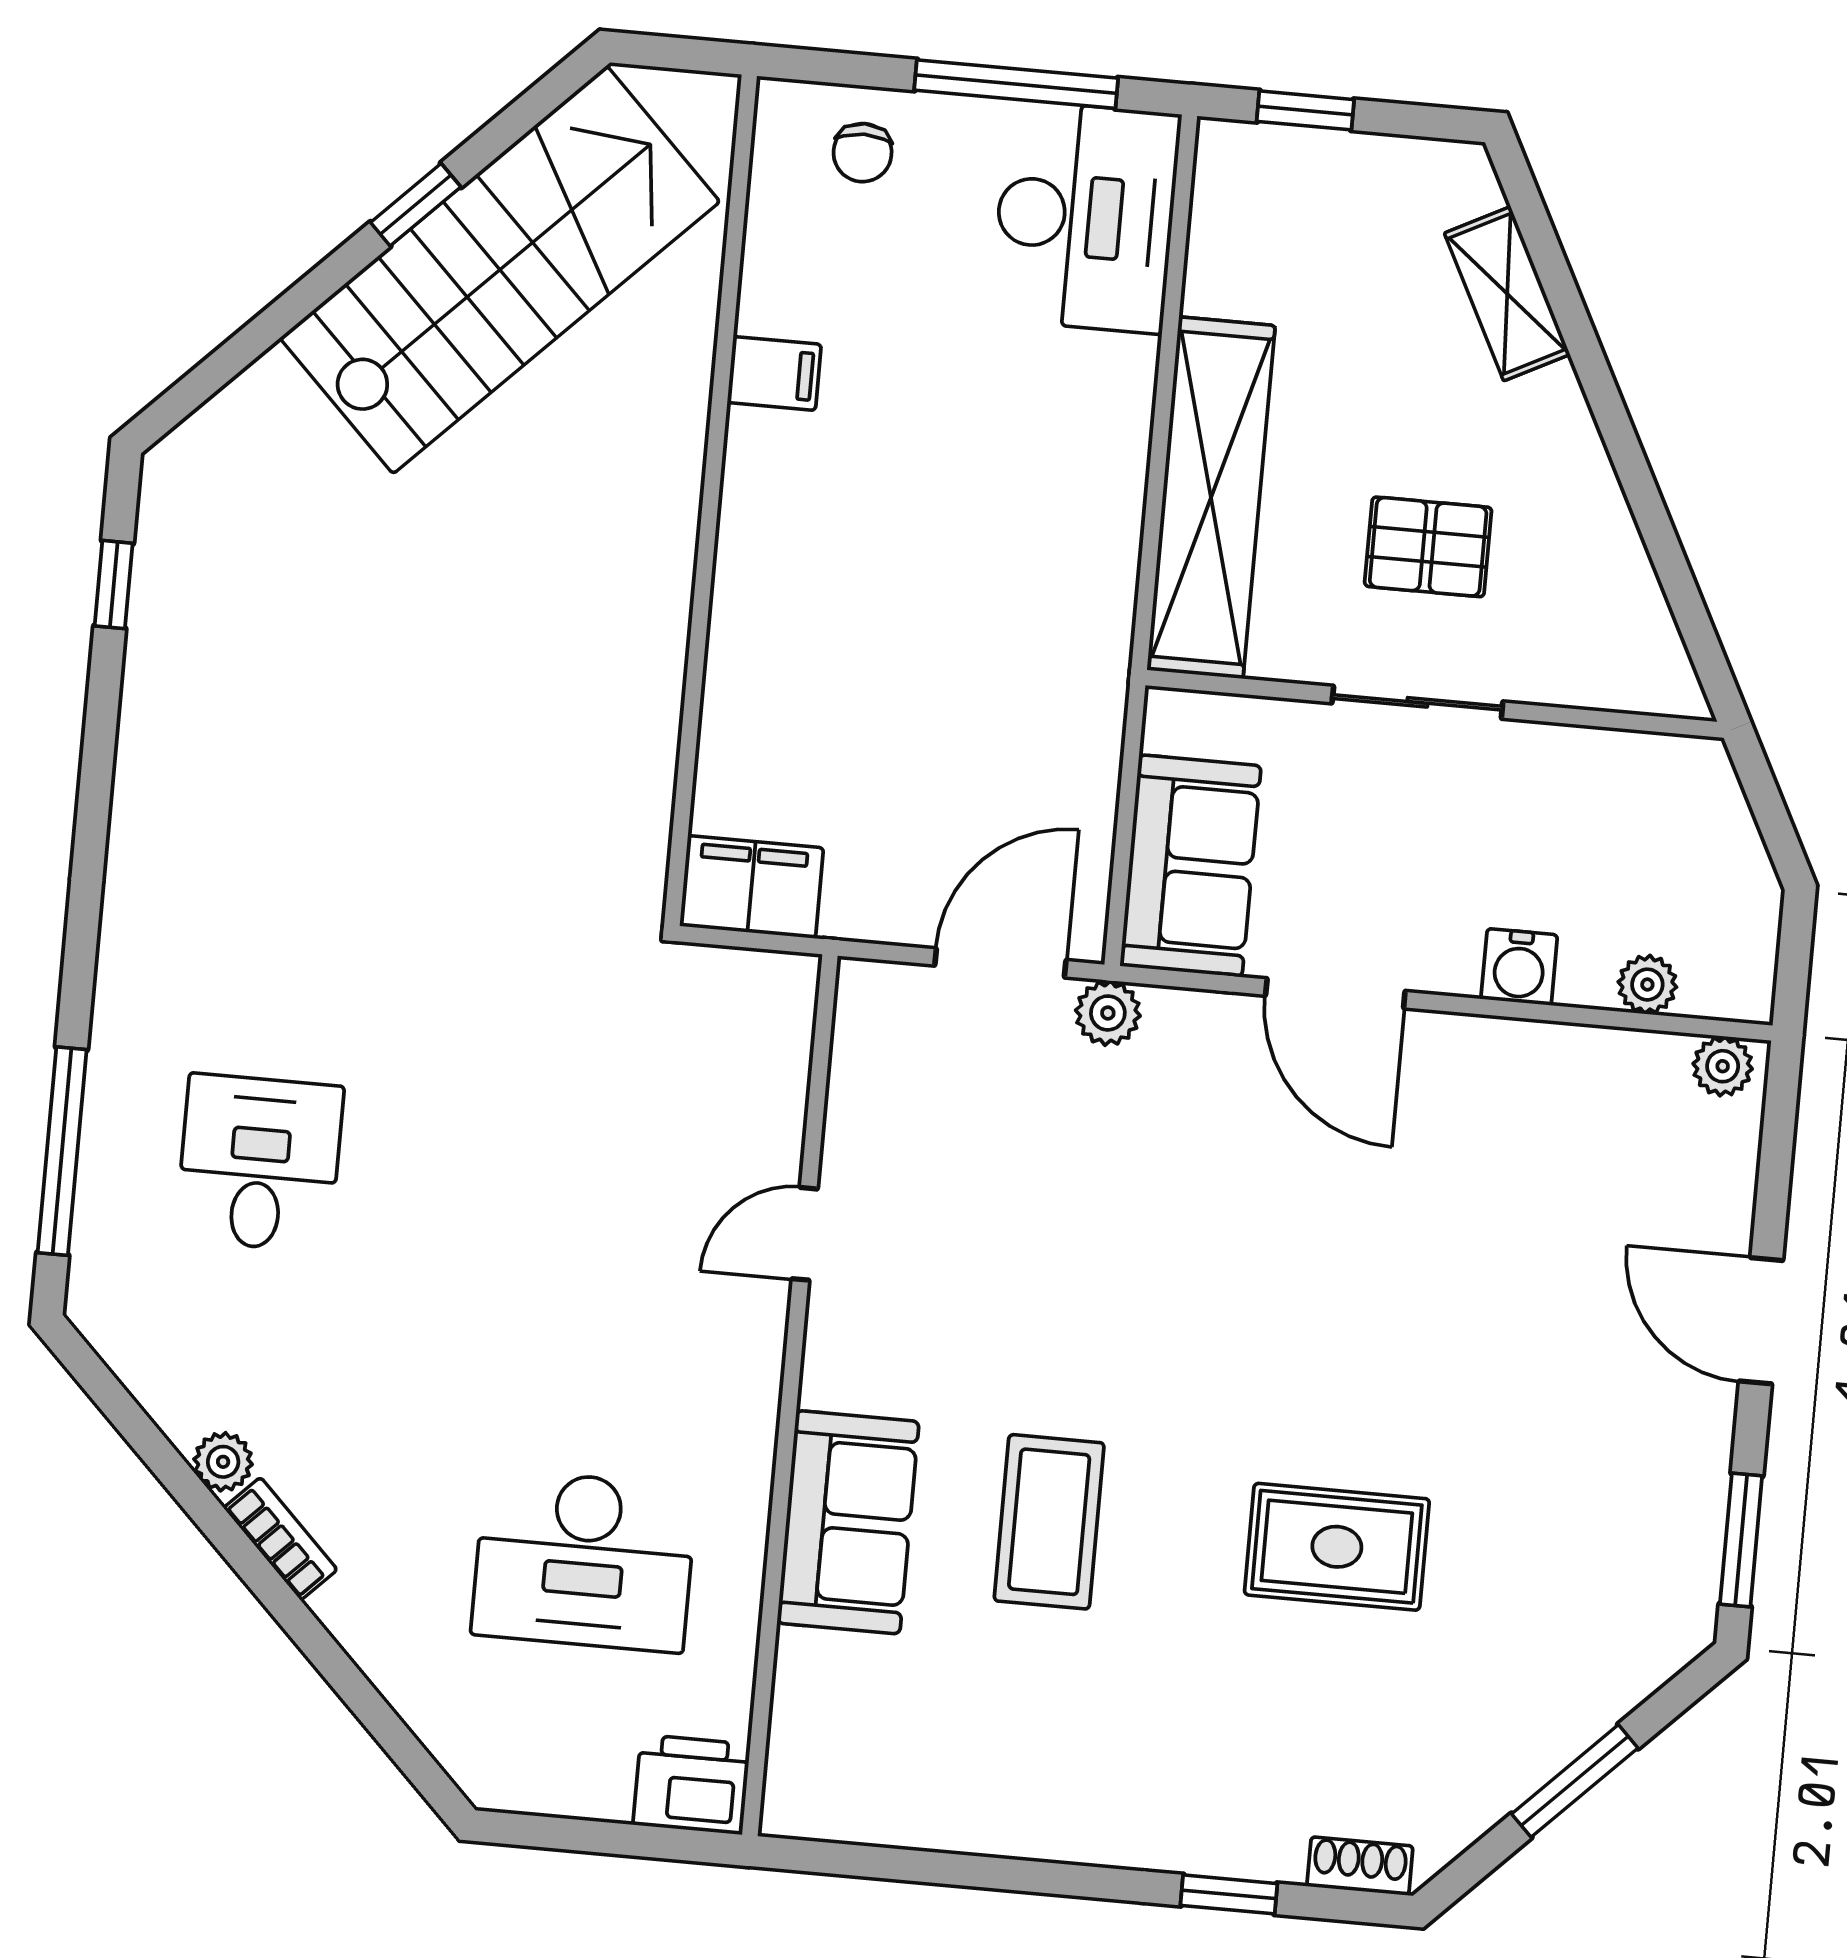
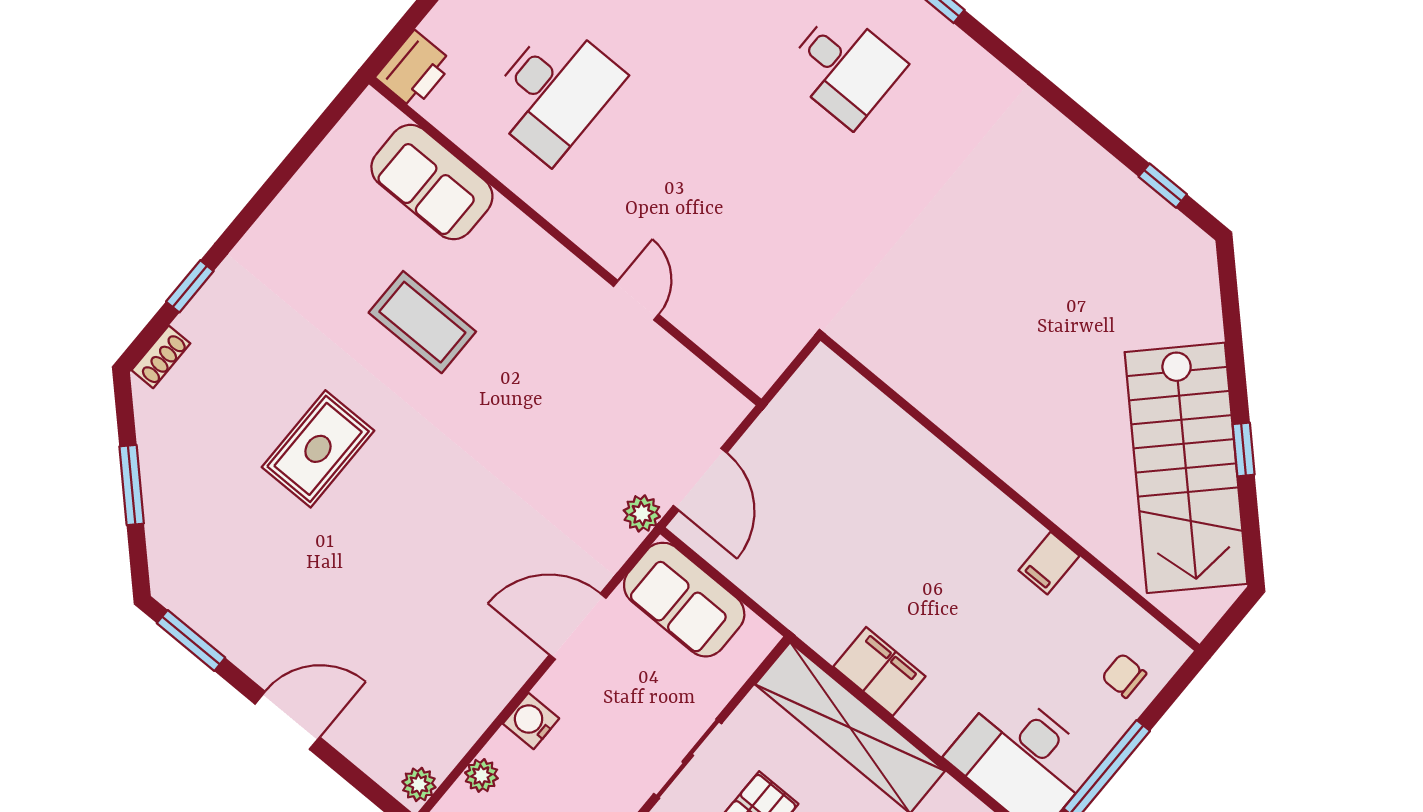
filing cabinet: (752, 887) -> (879, 671), moved, turned -90
sofa: (848, 1522) -> (432, 182), moved
desk: (584, 1561) -> (554, 92), turned 180

